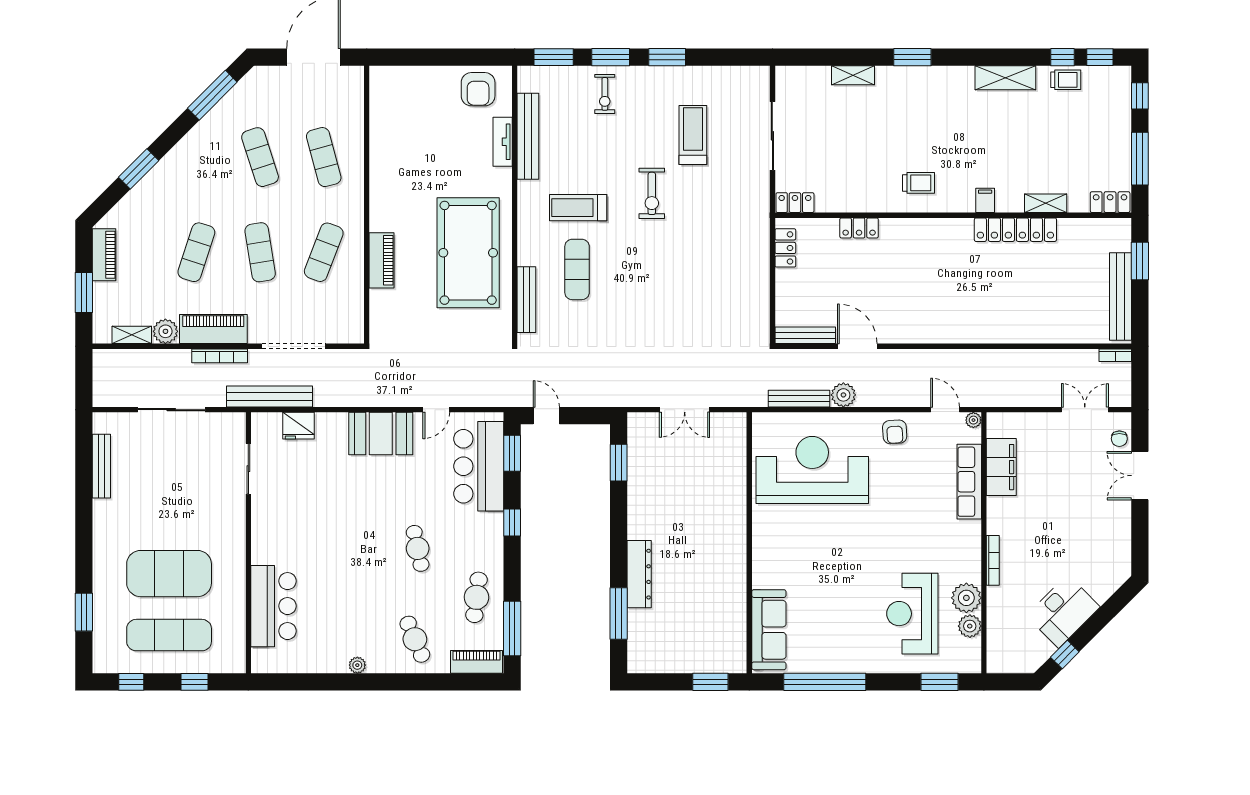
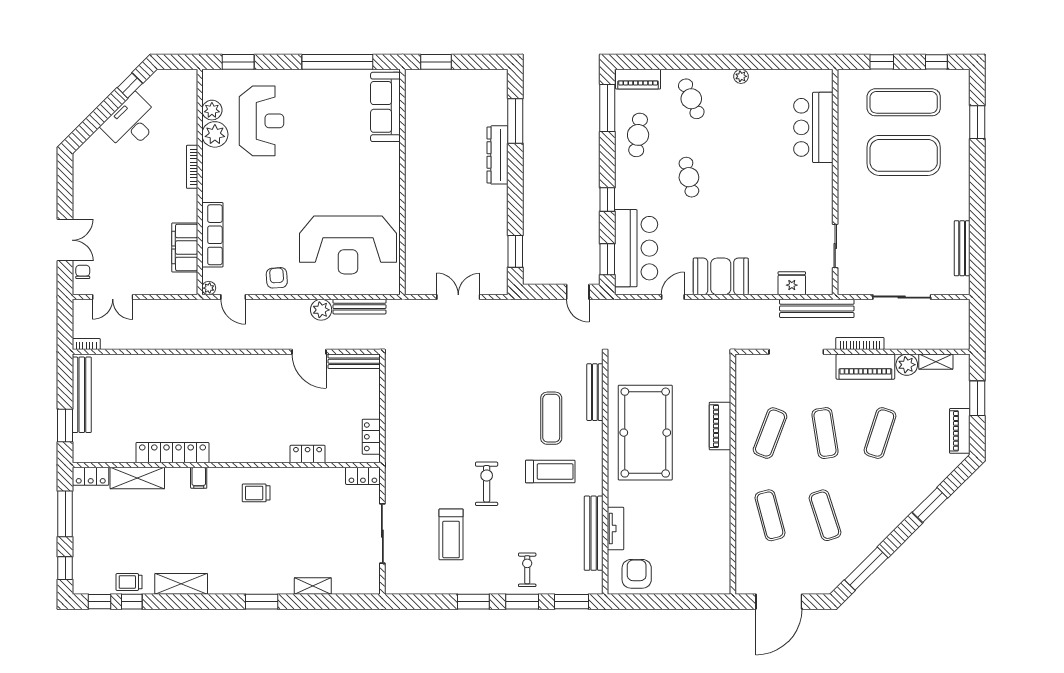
shelving: (1046, 203) -> (137, 478), width x1.50, depth x1.33

